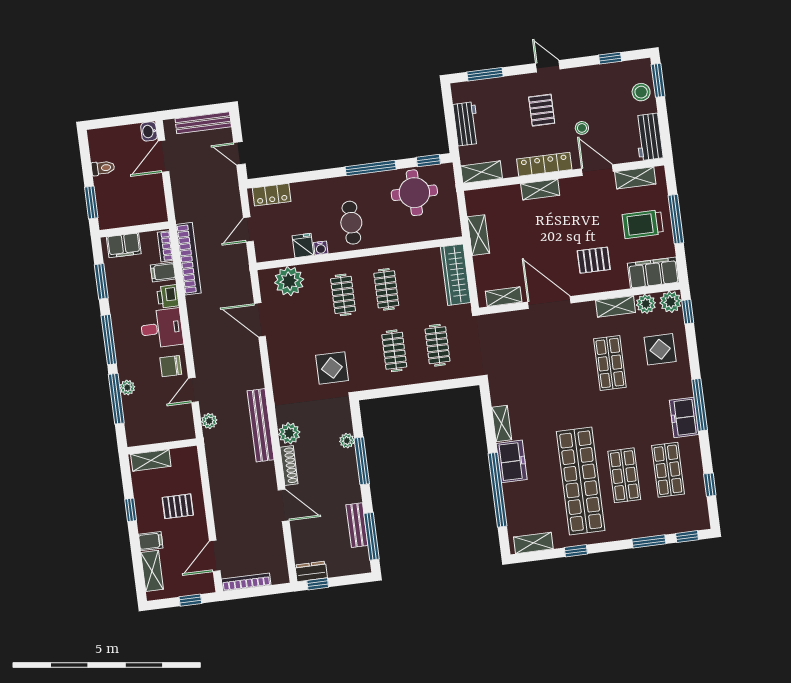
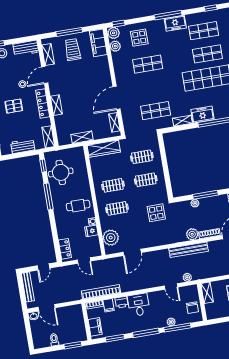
trolley: (643, 224) -> (73, 50), turned 180
pallet: (594, 260) -> (93, 75), removed
shelving: (616, 306) -> (117, 62), removed
chair: (171, 366) -> (192, 308), moved
shop shelf: (523, 374) -> (156, 111), added
shelving: (151, 460) -> (207, 293), moved

